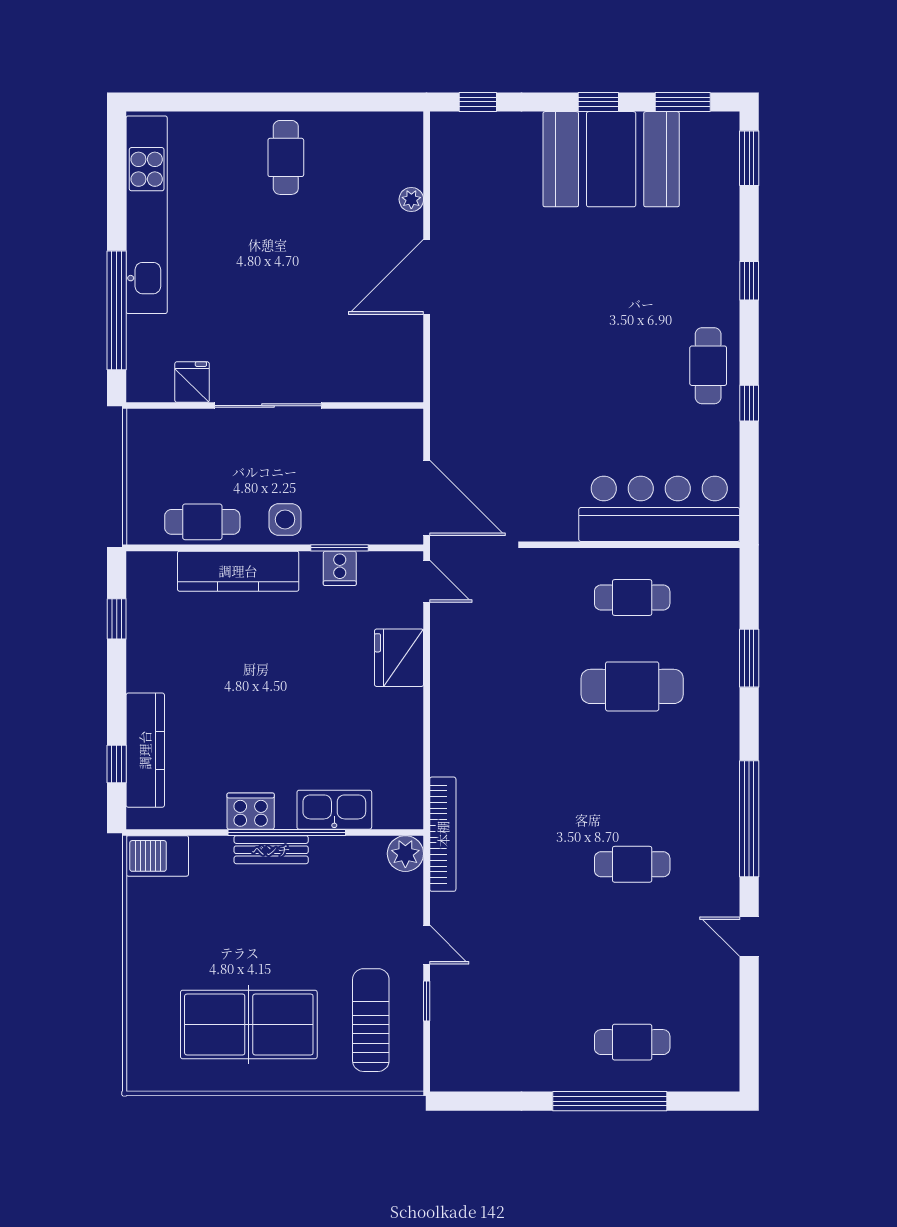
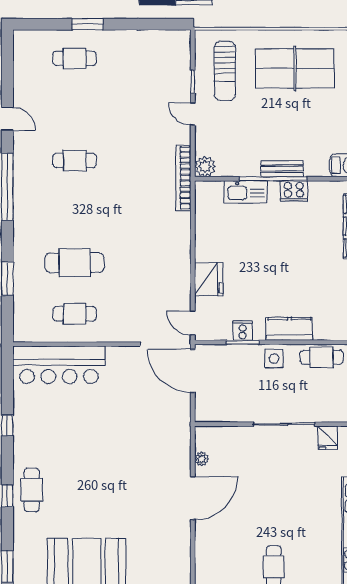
plant: (411, 199) -> (201, 459), moved
cafe table: (708, 366) -> (32, 490), moved
kitchen counter: (238, 571) -> (289, 329), width x0.67
window: (610, 1101) -> (87, 24), width x0.47

